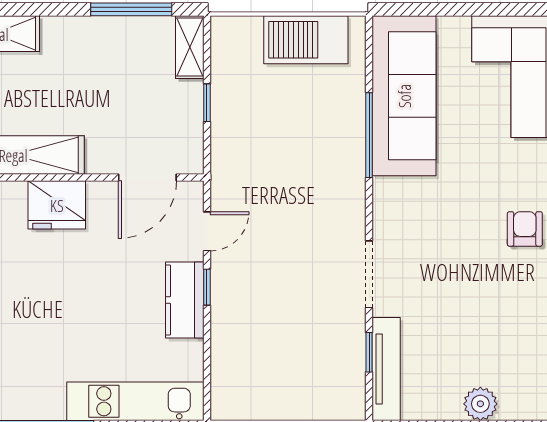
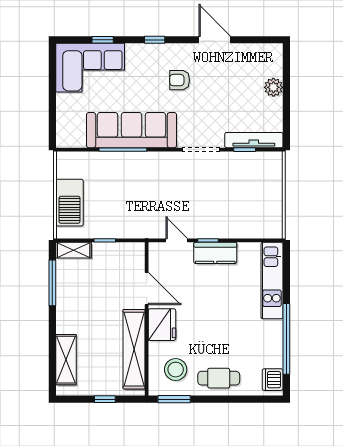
barbecue: (306, 40) -> (69, 203), moved
sofa: (404, 96) -> (131, 130), moved
door: (147, 178) -> (147, 289), moved
armchair: (525, 229) -> (180, 80), moved

